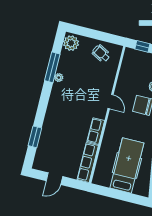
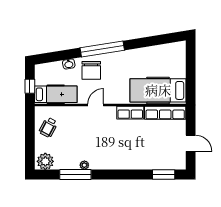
hospital bed: (129, 68) -> (56, 94), added
window: (35, 137) -> (164, 175), moved
hospital bed: (127, 165) -> (158, 90), moved

